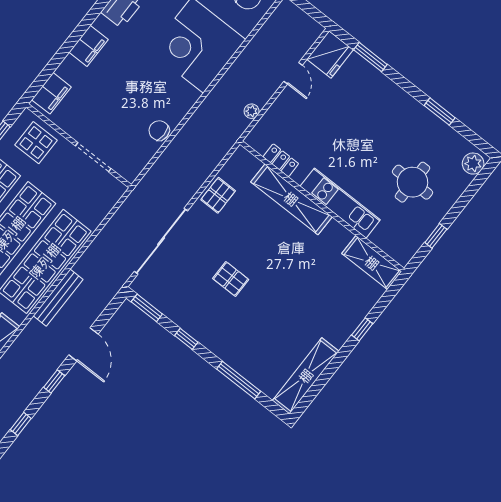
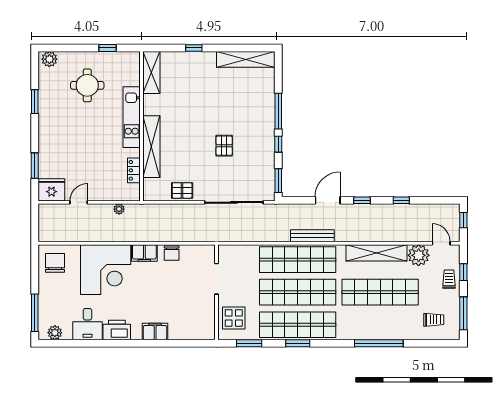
filing cabinet: (51, 93) -> (144, 253), moved, turned 180
window: (239, 380) -> (278, 111), moved

